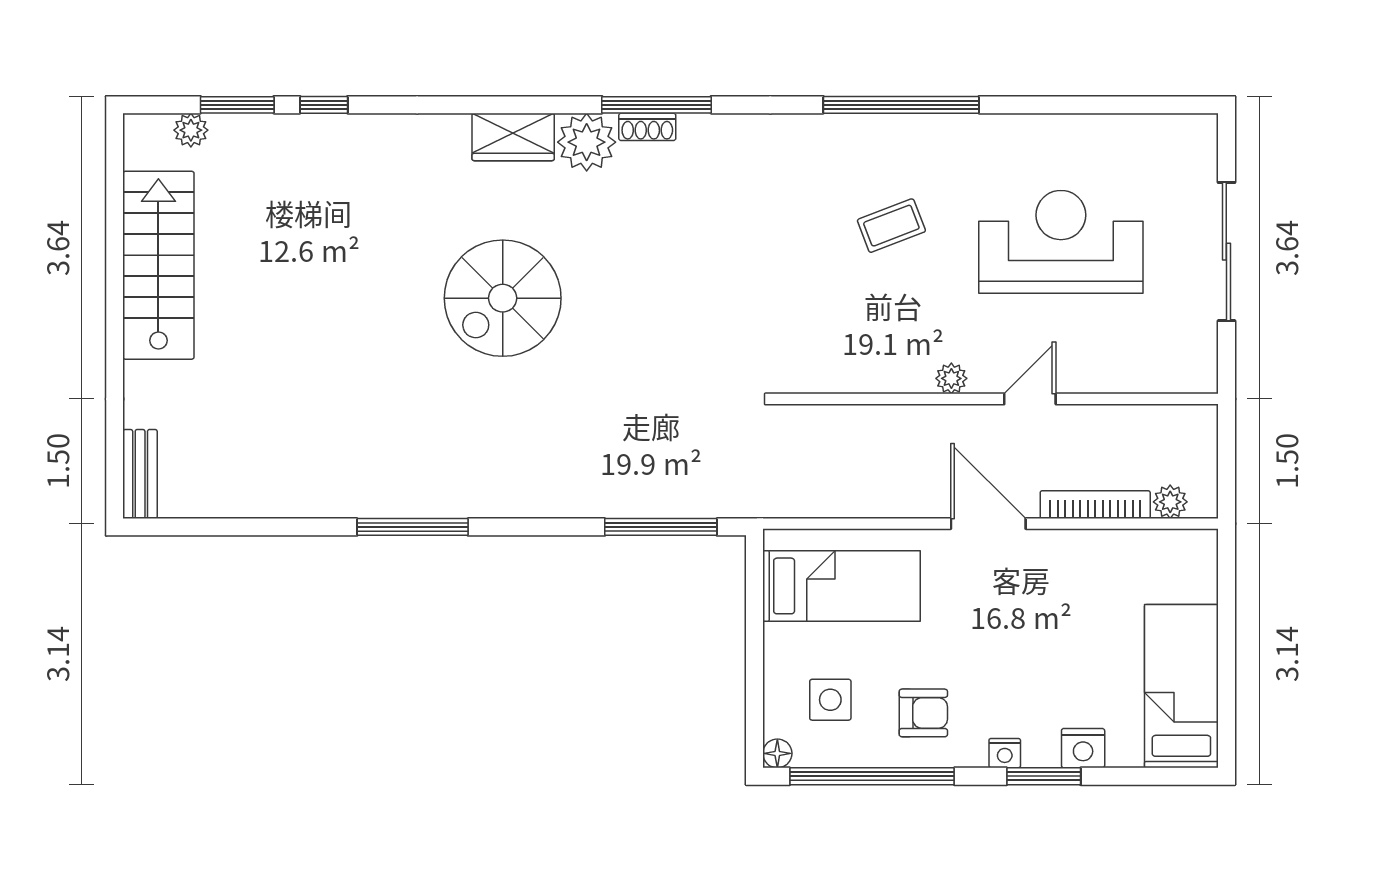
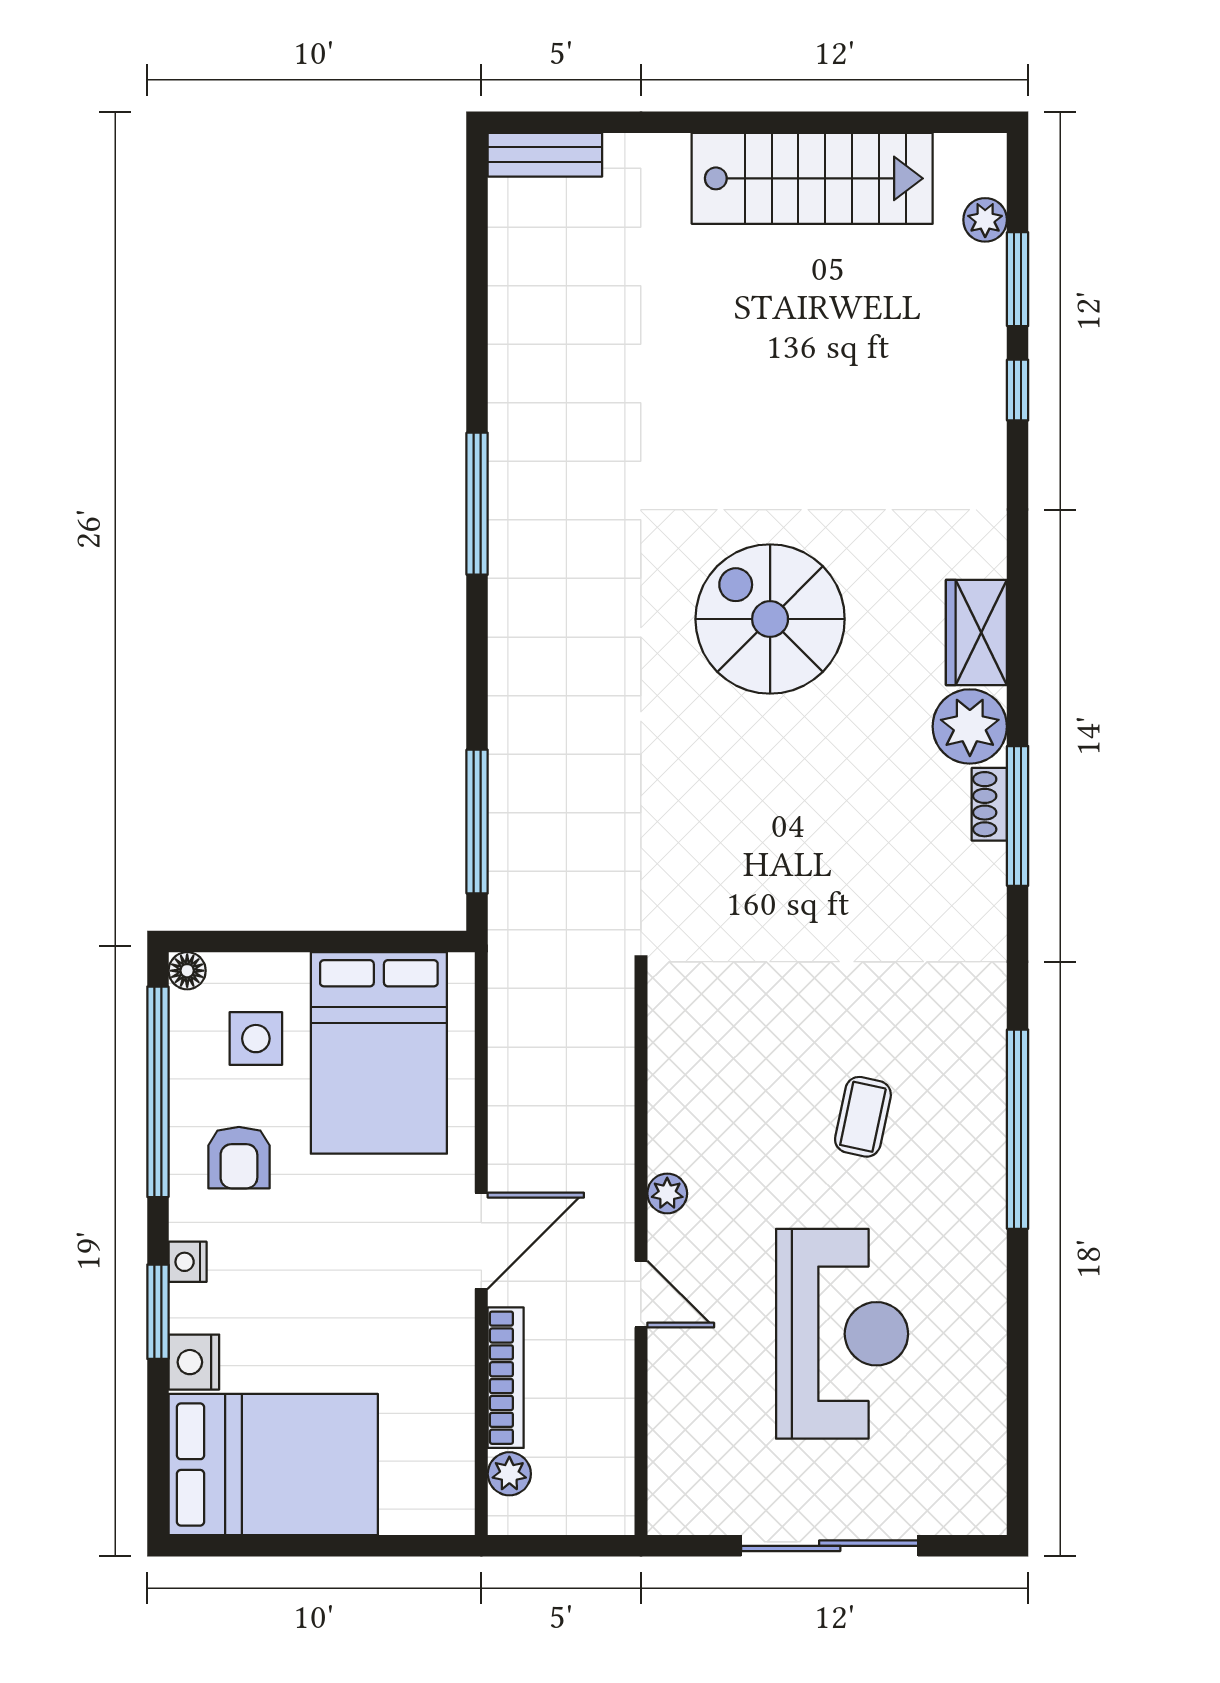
coffee table: (891, 226) -> (863, 1117), turned 33
bed: (842, 586) -> (379, 1053), width x1.50
bed: (1181, 686) -> (273, 1465), width x1.50

